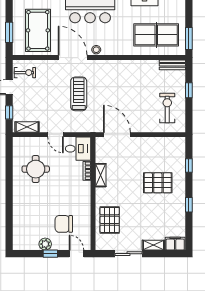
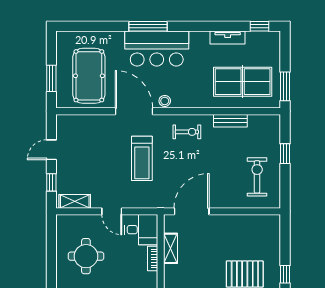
bench: (172, 65) -> (230, 121), moved
exercise bike: (25, 73) -> (187, 132), moved
treadmill: (79, 94) -> (142, 158), turned 180
door: (117, 135) -> (192, 211), hinge flipped
window: (189, 166) -> (285, 274), moved
shelving: (101, 175) -> (171, 248), moved

